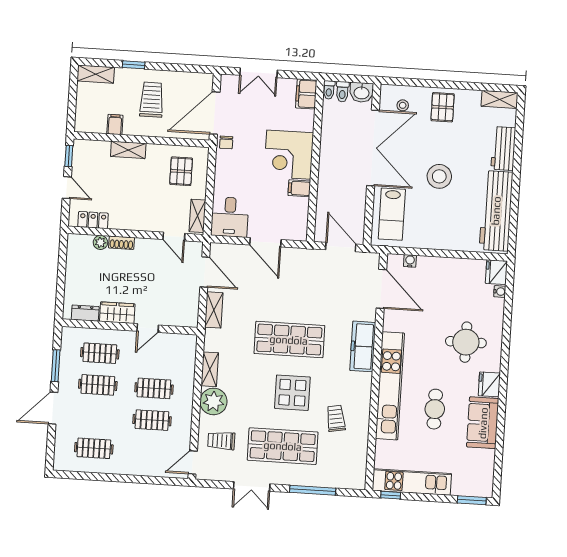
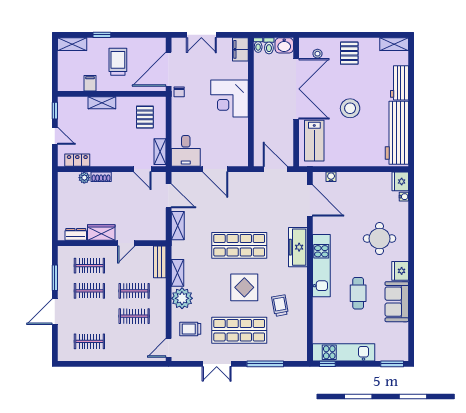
filing cabinet: (299, 188) -> (240, 125), removed
bench: (188, 354) -> (160, 262), added
kitchen unit: (390, 386) -> (321, 266), width x0.73

